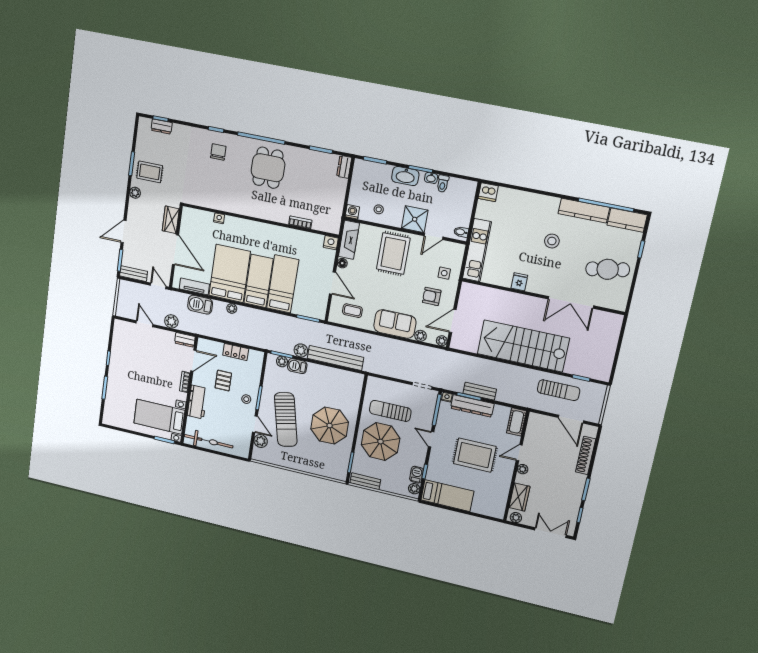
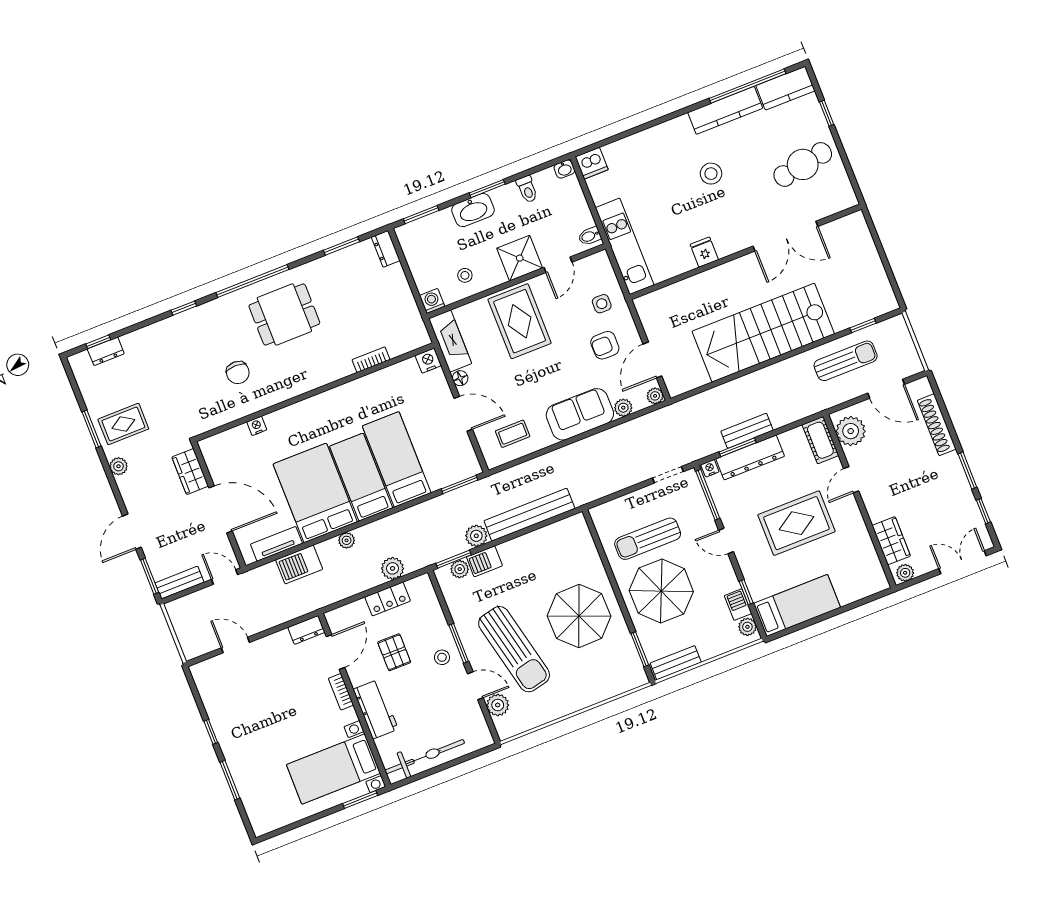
chair: (218, 152) -> (238, 372), moved, turned 180
dining table: (268, 168) -> (284, 314), turned 90
washbasin: (431, 178) -> (564, 169), moved
plant: (171, 321) -> (393, 568), moved
plant: (523, 469) -> (851, 431), moved, width x1.88, depth x1.88

